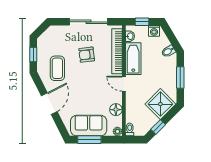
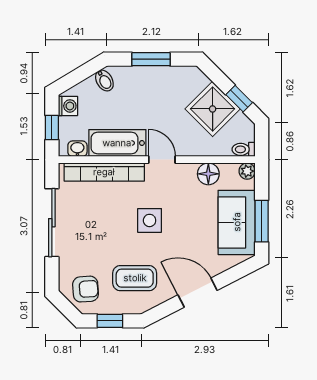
armchair: (87, 55) -> (86, 289), moved, turned -87
side table: (90, 77) -> (150, 220), added
door: (124, 84) -> (162, 160), swing flipped
shower: (160, 104) -> (213, 109), moved

